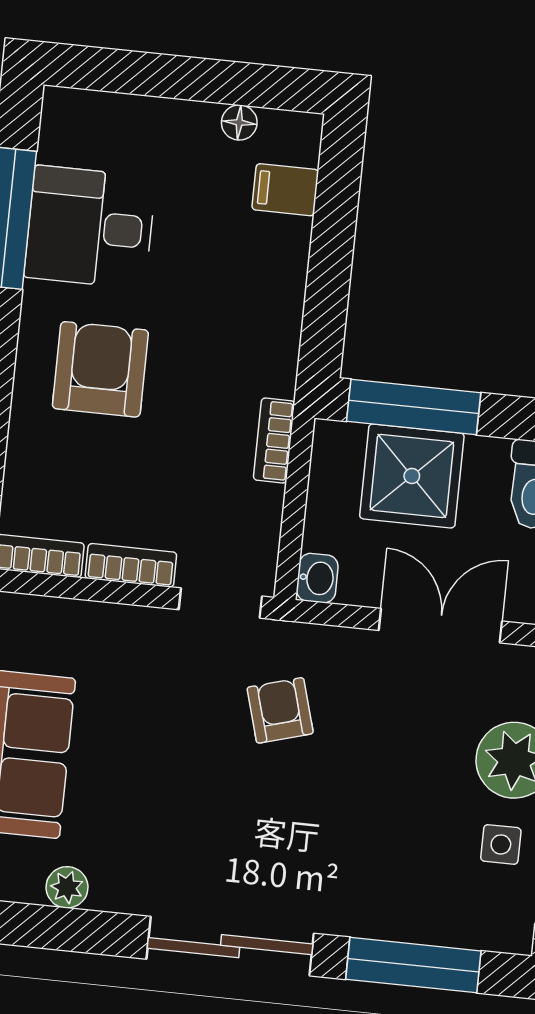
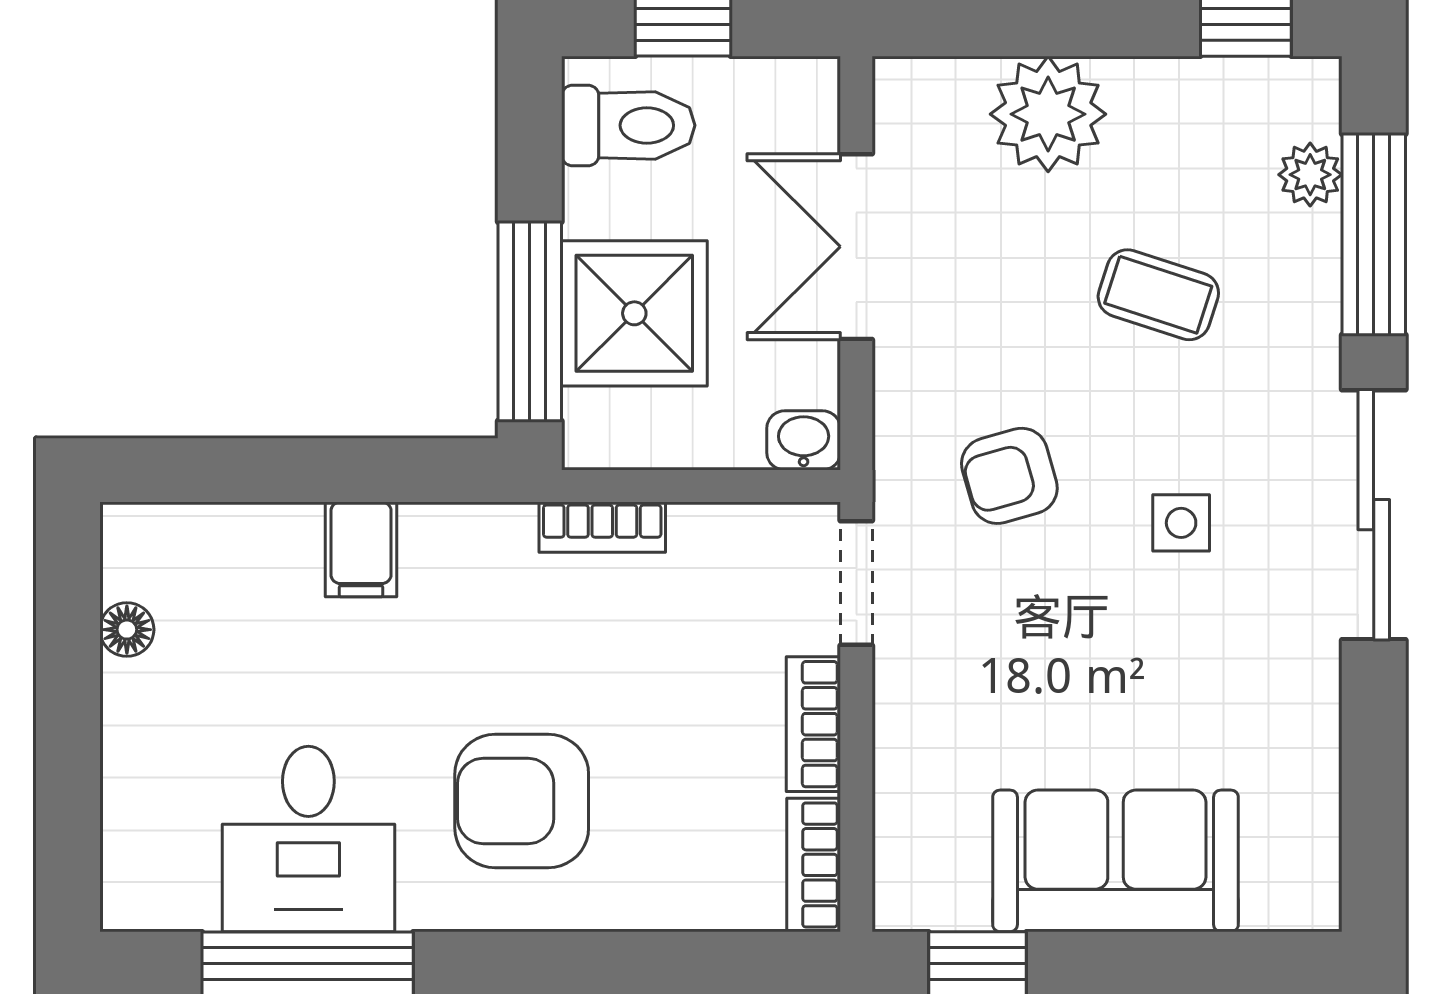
filing cabinet: (285, 190) -> (361, 549), moved
coffee table: (389, 820) -> (1158, 295), added
side table: (501, 844) -> (1181, 523), moved
plant: (67, 887) -> (1310, 175), moved

